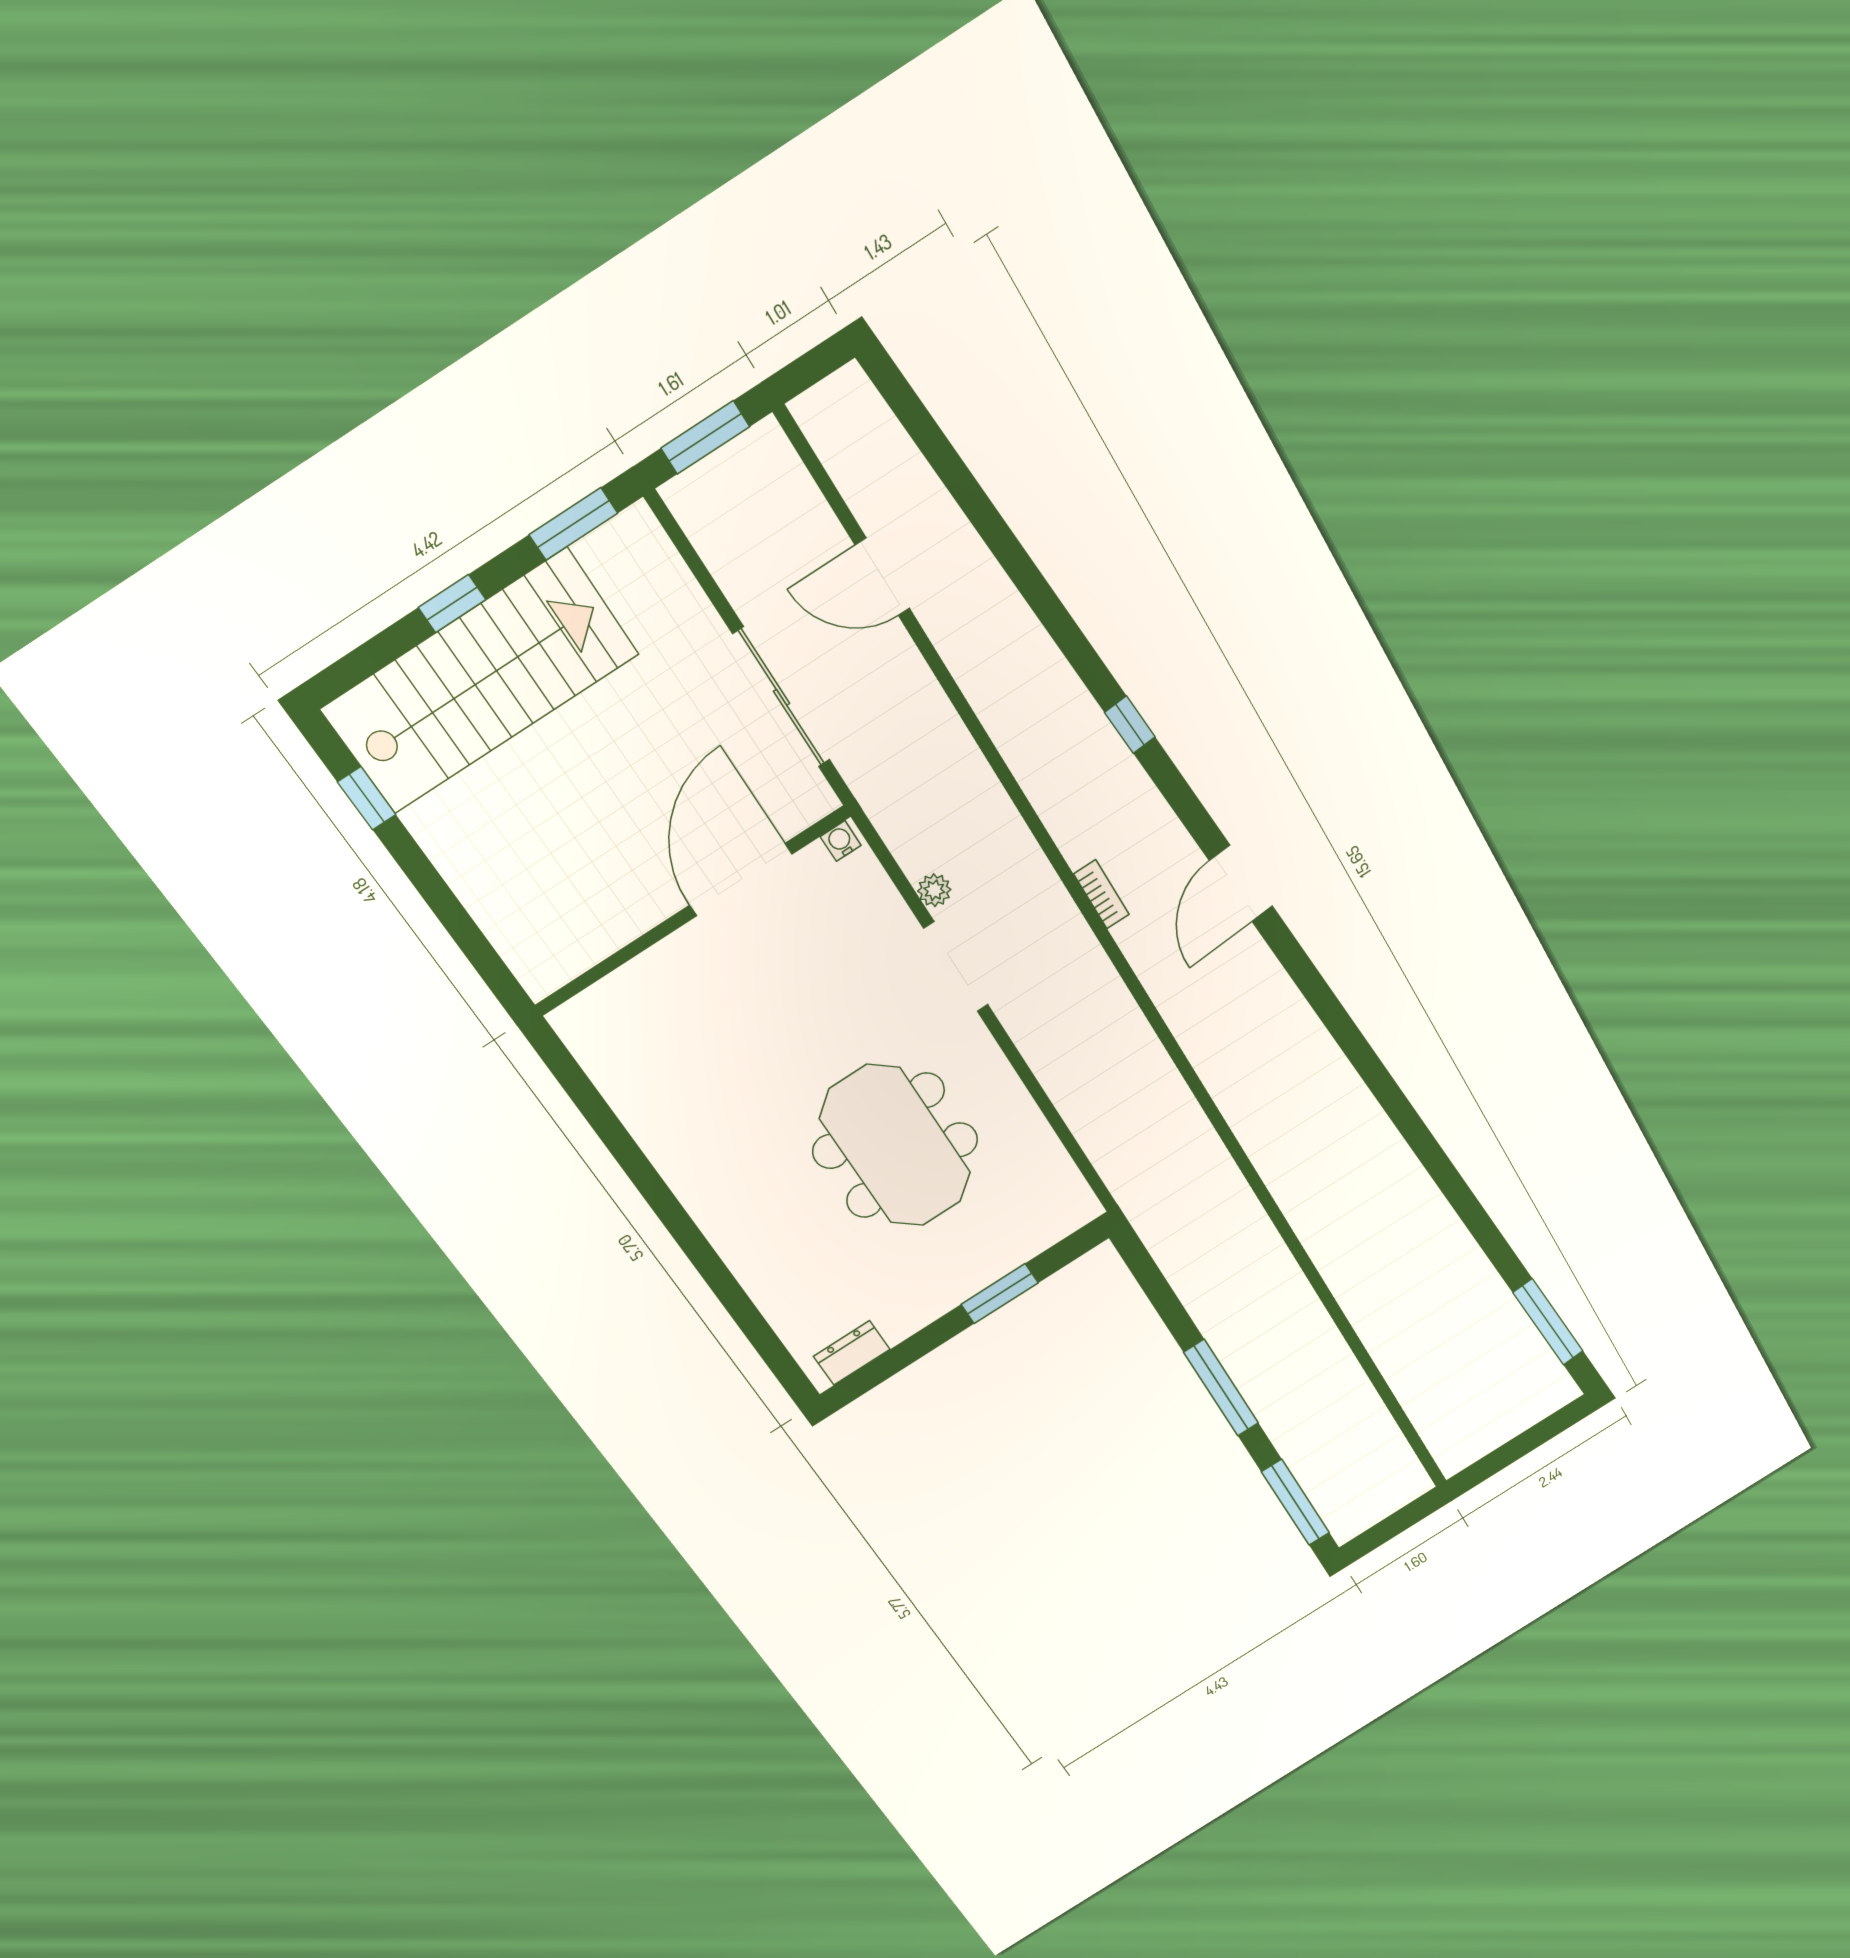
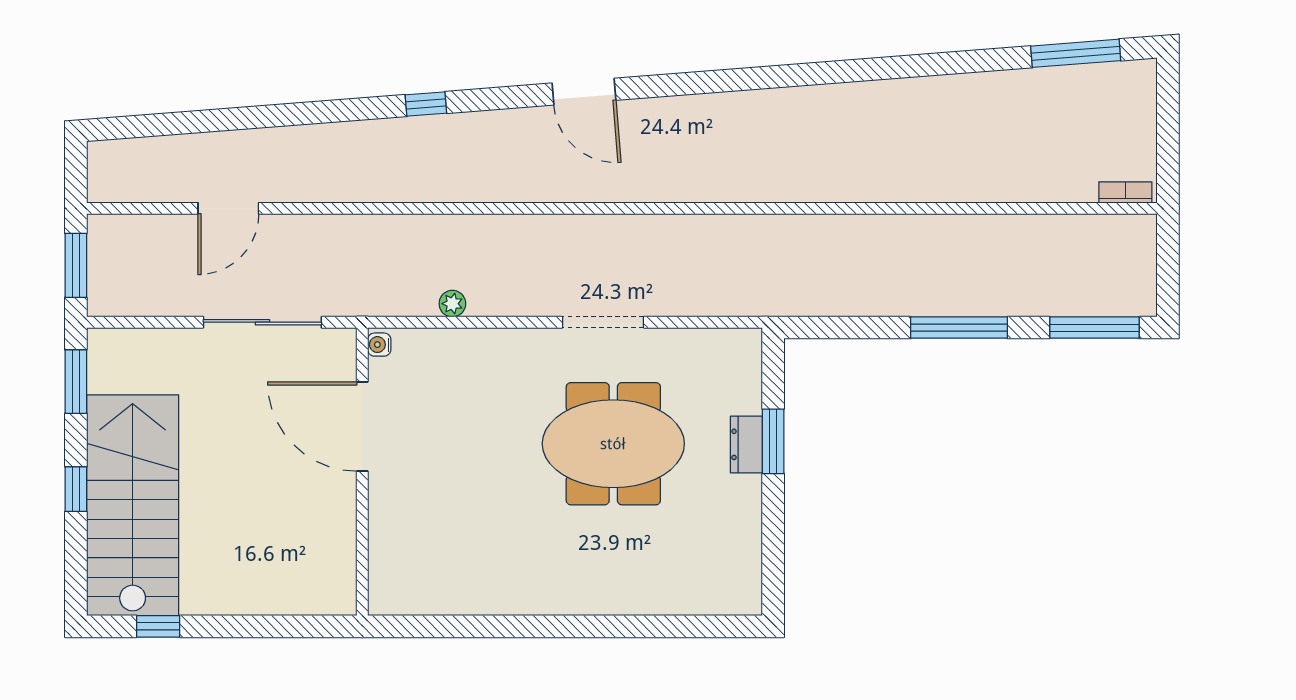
bookcase: (1101, 894) -> (1125, 192), moved
doorway: (956, 967) -> (603, 322), moved
dresser: (852, 1353) -> (746, 444), moved

